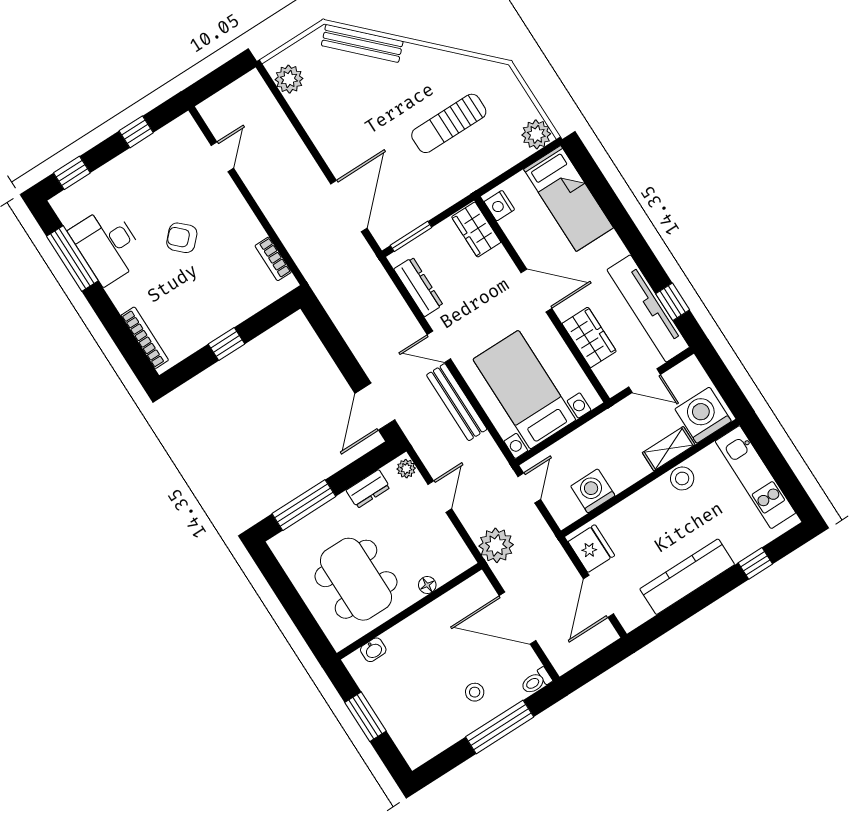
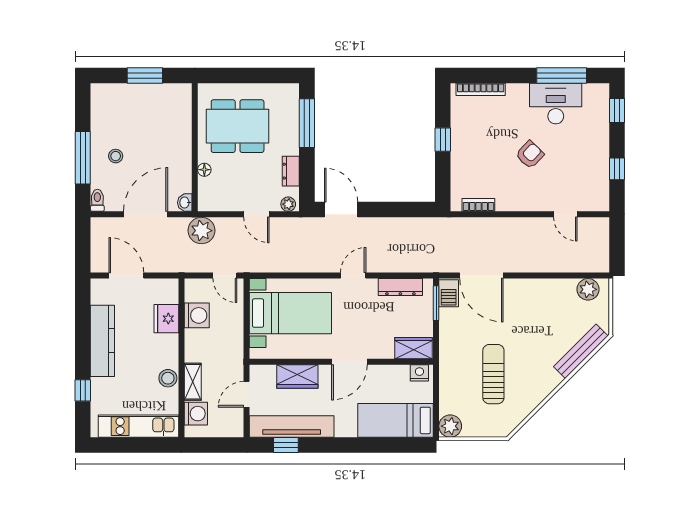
barbecue: (391, 230) -> (449, 293), added
bench: (457, 402) -> (310, 264), removed
washing machine: (703, 415) -> (196, 414), width x0.73, depth x0.73
fridge: (591, 549) -> (166, 319), moved, turned 90
washbasin: (373, 650) -> (185, 203), moved

